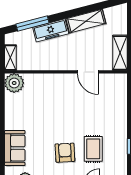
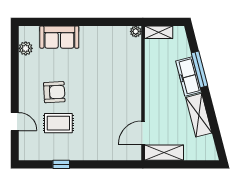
window: (32, 23) -> (200, 69), moved
door: (88, 72) -> (143, 133), moved
plant: (14, 83) -> (136, 31), width x0.53, depth x0.53

